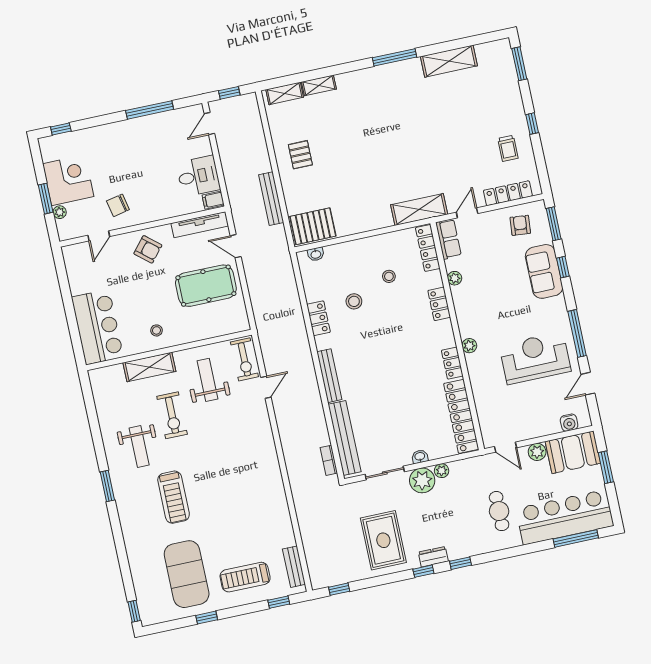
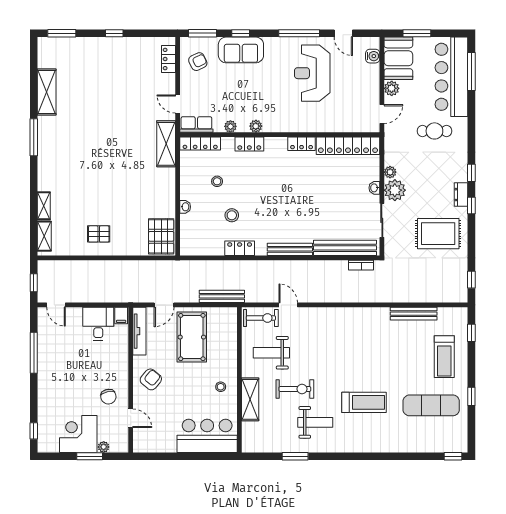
trolley: (508, 148) -> (131, 58), removed
locker: (508, 193) -> (169, 59), width x0.66
bench: (271, 199) -> (222, 296), moved
armchair: (520, 225) -> (198, 62), turned 150
washbasin: (316, 254) -> (185, 207), moved
plant: (469, 346) -> (256, 126), moved
window: (107, 486) -> (295, 456), moved
bench: (294, 567) -> (414, 314), moved, width x1.36
exercise mat: (187, 574) -> (431, 405), width x0.68

